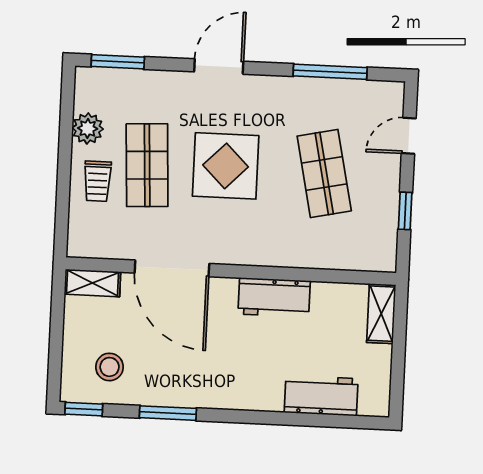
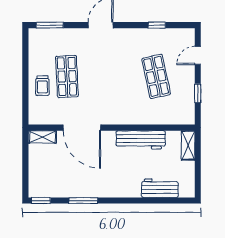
window: (330, 72) -> (157, 25), width x0.46
plant: (88, 128) -> (36, 59), removed
display table: (226, 166) -> (106, 75), removed
workbench: (274, 297) -> (141, 140), width x1.38
stool: (110, 367) -> (53, 179), removed

